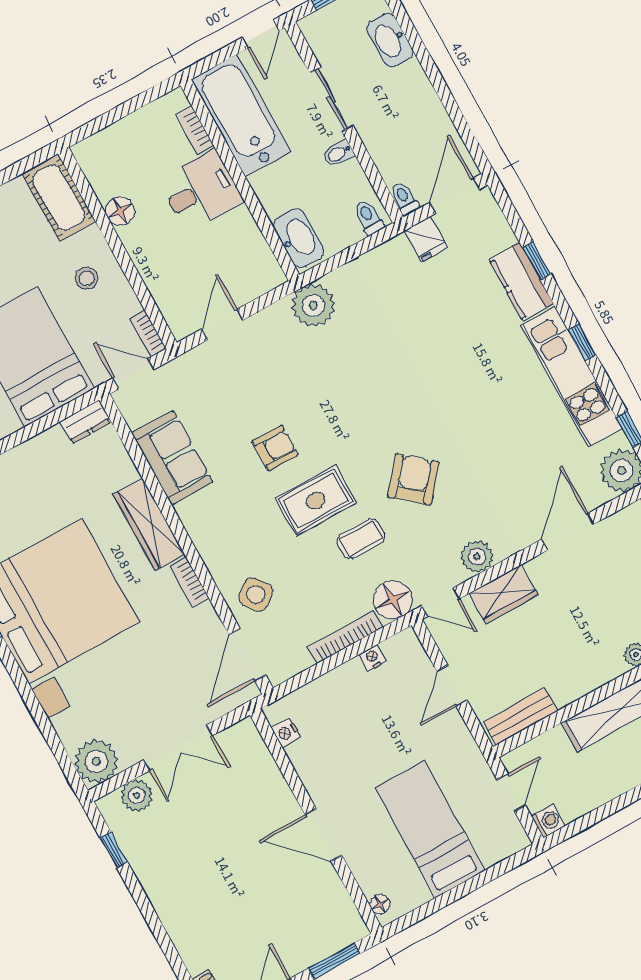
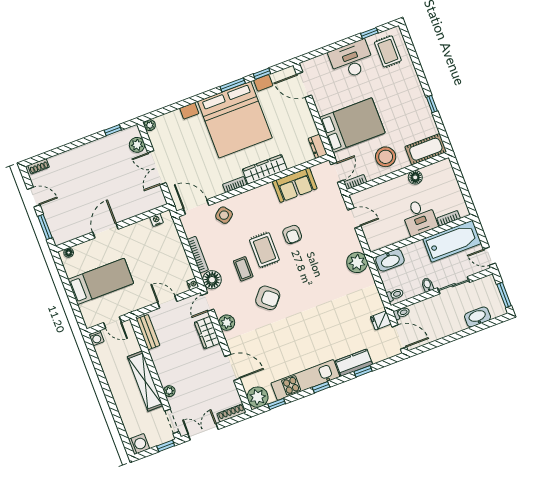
stool: (87, 278) -> (386, 157), width x1.89, depth x1.89
nightstand: (373, 658) -> (193, 284), moved
plant: (96, 761) -> (150, 125), width x0.53, depth x0.53

